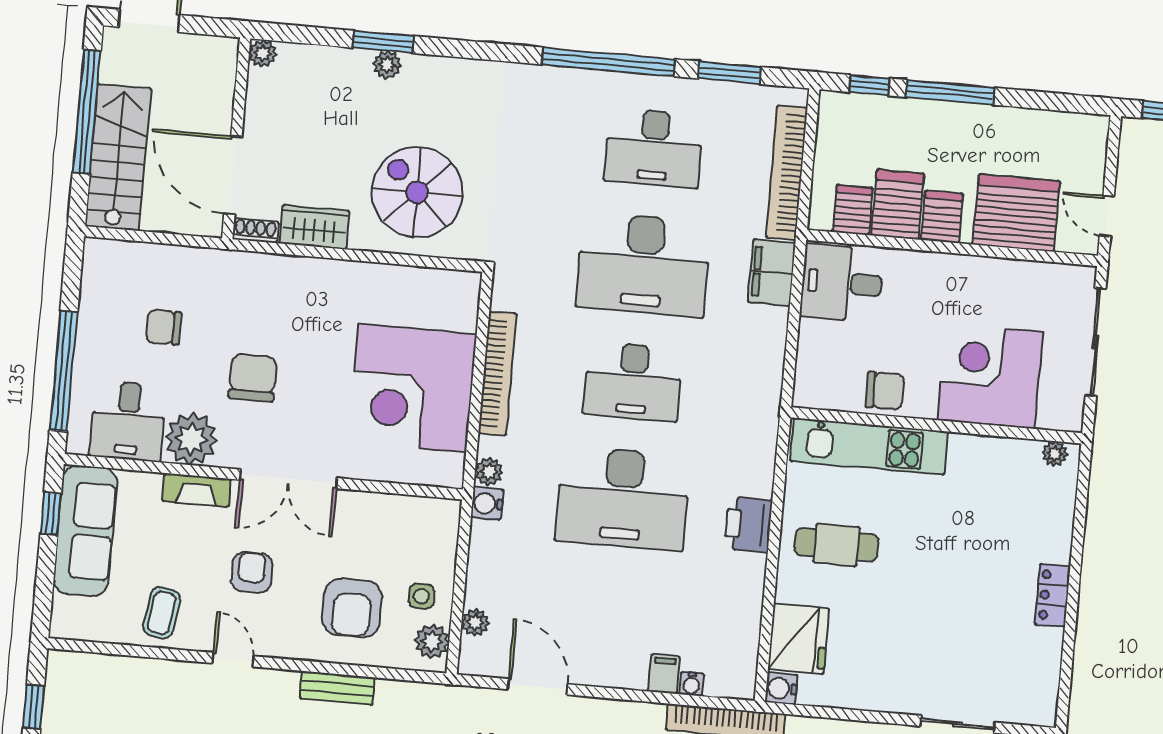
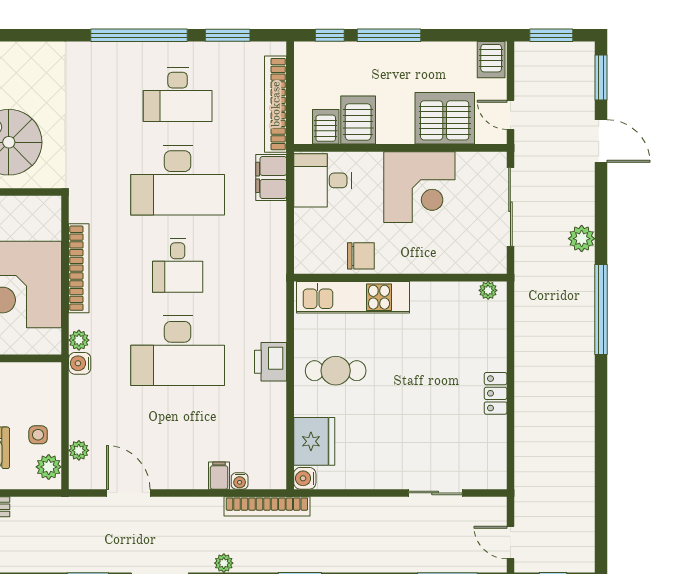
server rack: (942, 217) -> (491, 60), moved, turned 180
corner desk: (990, 376) -> (419, 187), moved, turned 180
desk: (633, 381) -> (178, 265), width x0.73

